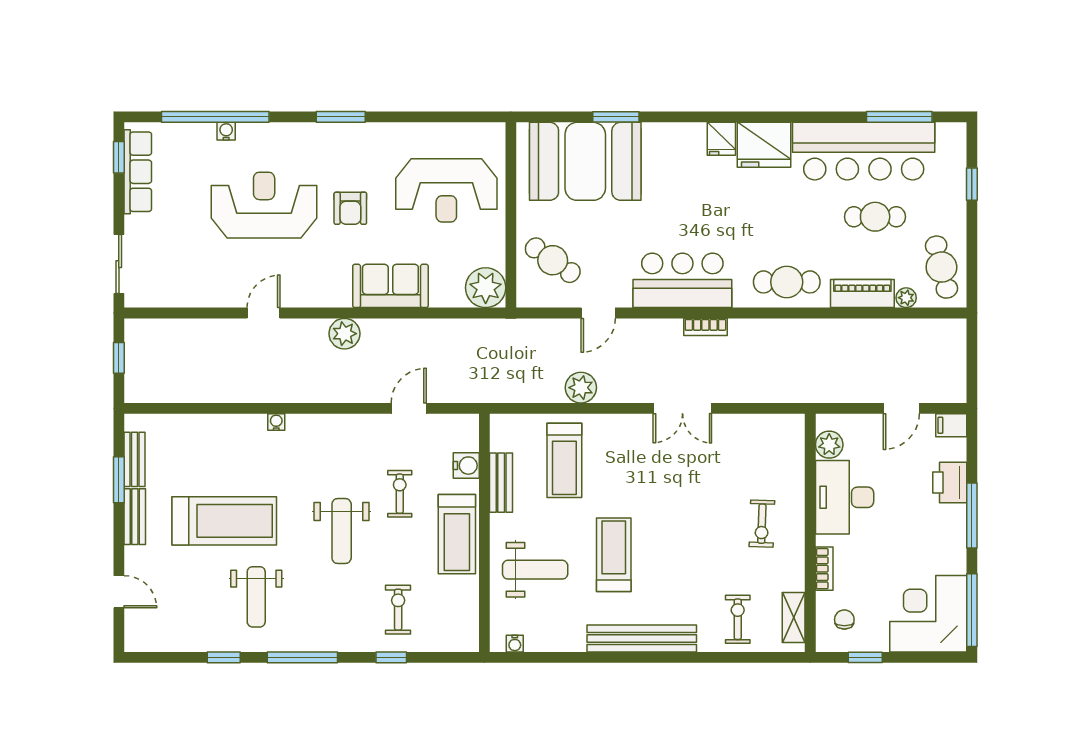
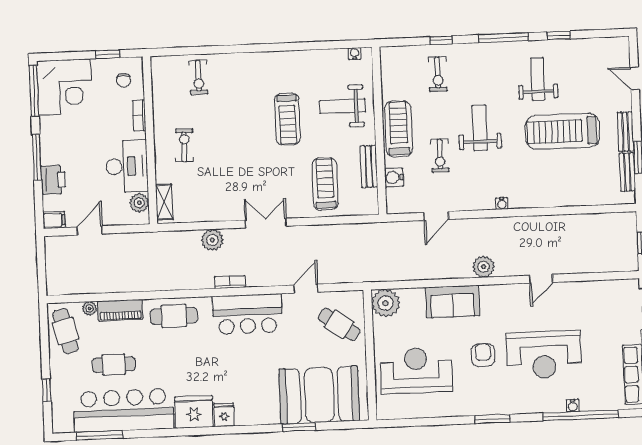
plant: (581, 388) -> (212, 240), moved
double door: (682, 408) -> (266, 223), moved
water cooler: (276, 422) -> (502, 204), moved
shelving: (794, 618) -> (164, 202), moved
bench: (642, 639) -> (265, 61), removed

